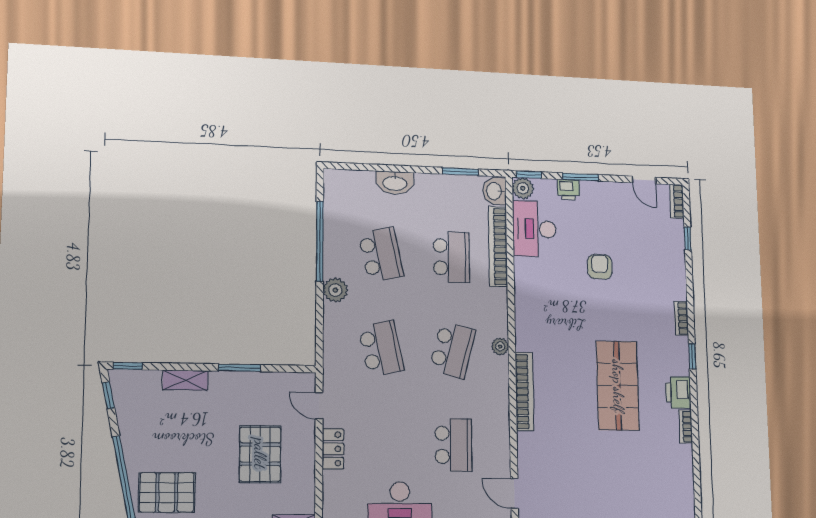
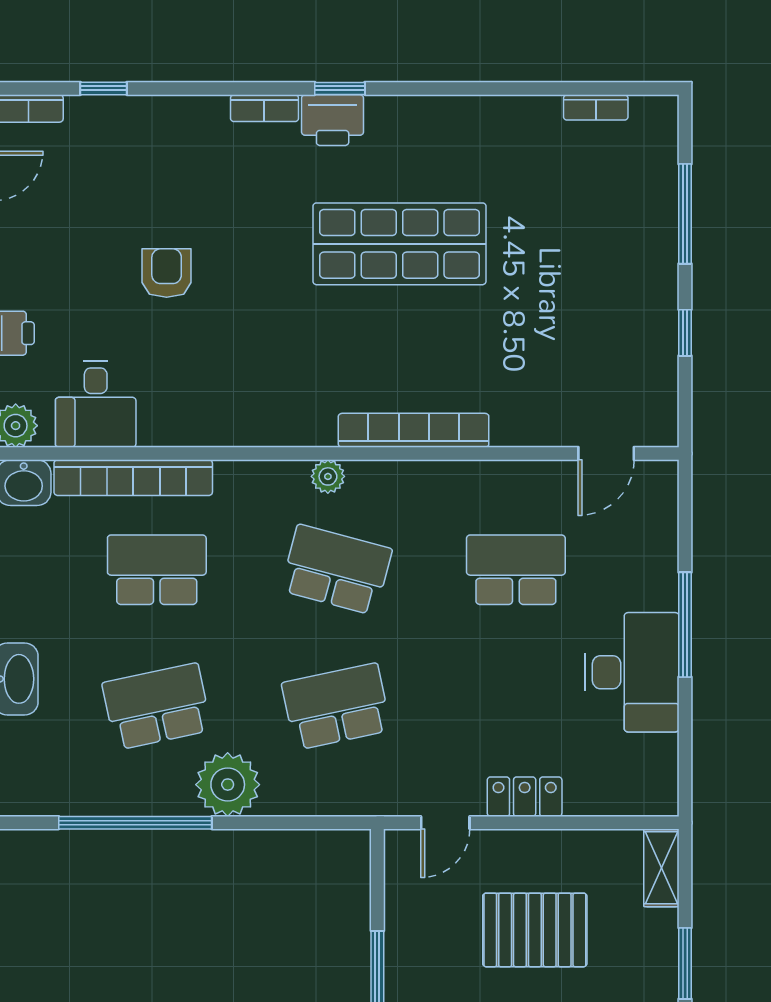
desk: (534, 229) -> (96, 404), width x0.73
armchair: (600, 267) -> (167, 273), turned 90
plant: (335, 290) -> (228, 785), width x1.36, depth x1.36
printer: (678, 393) -> (333, 120), moved
bookcase: (686, 427) -> (596, 107), moved

